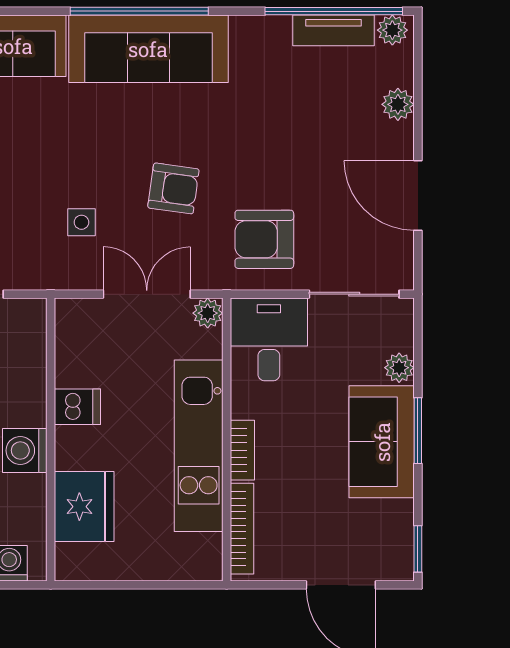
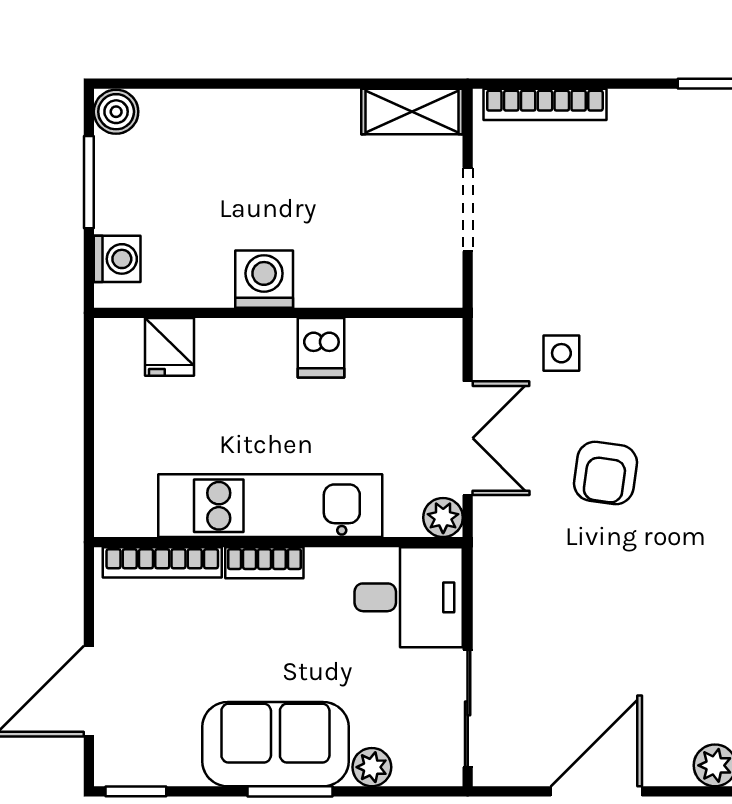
armchair: (264, 239) -> (539, 591), removed
fridge: (84, 507) -> (170, 347), width x0.53, depth x0.75

